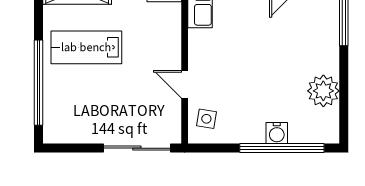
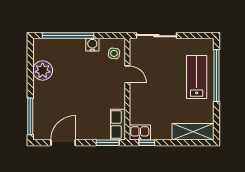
lab bench: (86, 47) -> (197, 77), moved, turned -90
water cooler: (277, 133) -> (92, 45), moved

